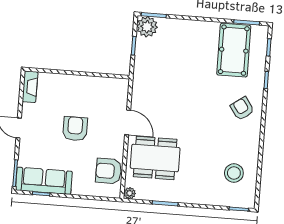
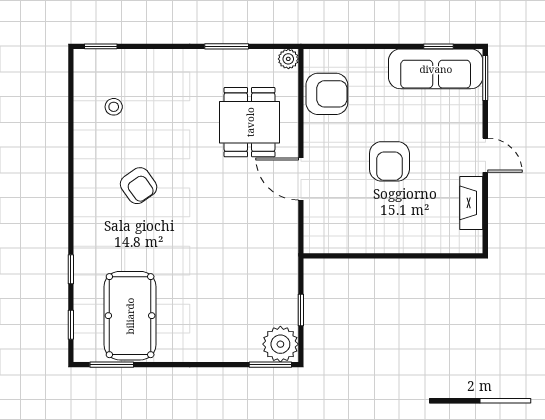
fireplace: (30, 87) -> (471, 203), moved
armchair: (242, 109) -> (139, 186), moved
dining table: (155, 158) -> (250, 122), width x0.73
stool: (234, 173) -> (114, 107), width x0.53, depth x0.53

